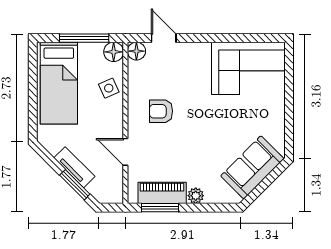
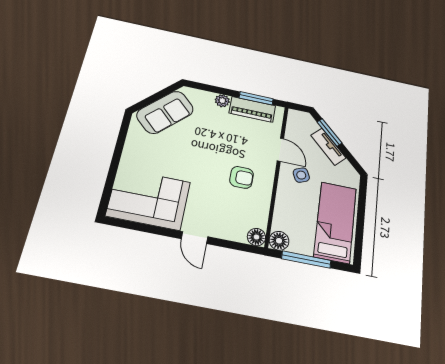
door: (164, 38) -> (194, 238), moved
side table: (109, 88) -> (301, 175), moved

